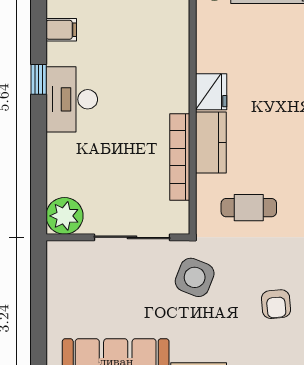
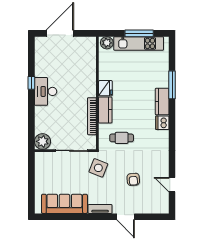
filing cabinet: (61, 30) -> (41, 62), removed

